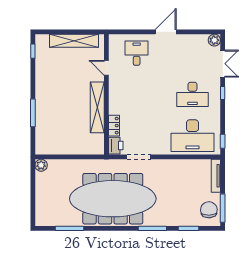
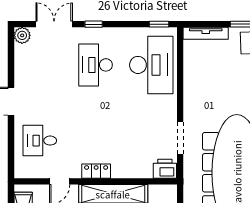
desk: (192, 94) -> (96, 65), turned 180
locker: (114, 126) -> (96, 171), moved

